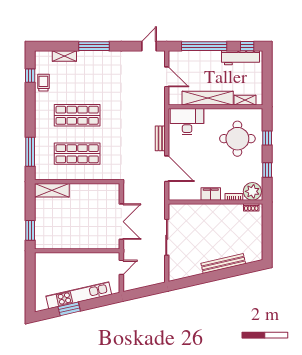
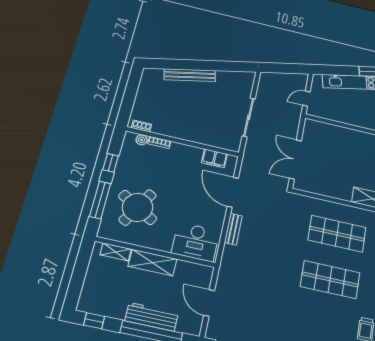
workbench: (240, 58) -> (152, 317), moved
shelving: (208, 98) -> (153, 263), width x0.68
window: (267, 138) -> (100, 200), width x2.17
round table: (237, 139) -> (138, 207), turned 30
plant: (252, 191) -> (142, 140), width x0.53, depth x0.53
filing cabinet: (211, 194) -> (214, 158), moved
double door: (121, 222) -> (295, 159), moved

